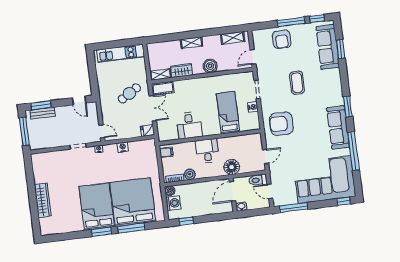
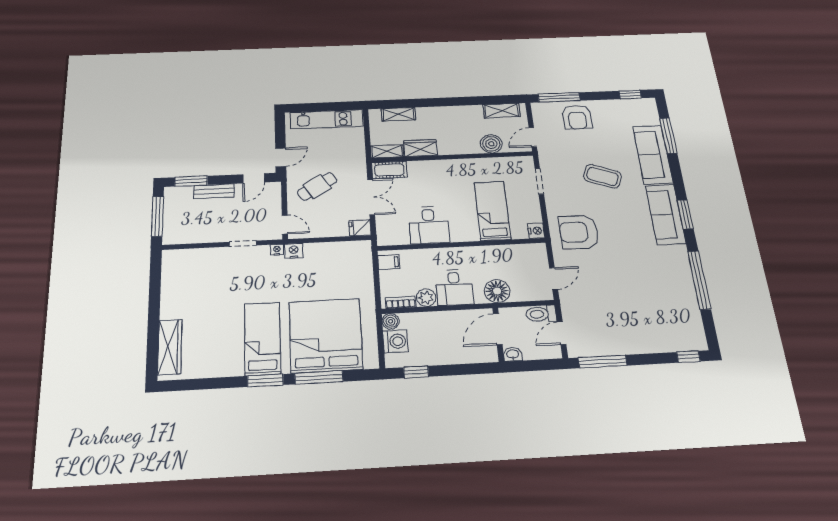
window: (291, 22) -> (559, 97), moved
shelving: (192, 43) -> (398, 114), moved
sofa: (328, 47) -> (653, 155), moved
window: (341, 49) -> (668, 136), width x1.44
boiler: (210, 66) -> (491, 144), moved
coffee table: (297, 83) -> (602, 176), turned -69
door: (94, 84) -> (281, 157), added
cafe table: (129, 93) -> (317, 186), moved
door: (79, 100) -> (254, 178), hinge flipped
nightstand: (253, 107) -> (536, 231), moved
bench: (43, 113) -> (214, 191), moved
sofa: (338, 127) -> (666, 214), moved
nightstand: (123, 147) -> (294, 251), moved
desk: (207, 151) -> (454, 287), moved, turned 180
corner sofa: (325, 180) -> (654, 320), removed
door: (270, 191) -> (562, 333), hinge flipped
wardrobe: (43, 200) -> (170, 347), moved
bed: (97, 207) -> (262, 339), width x0.67

